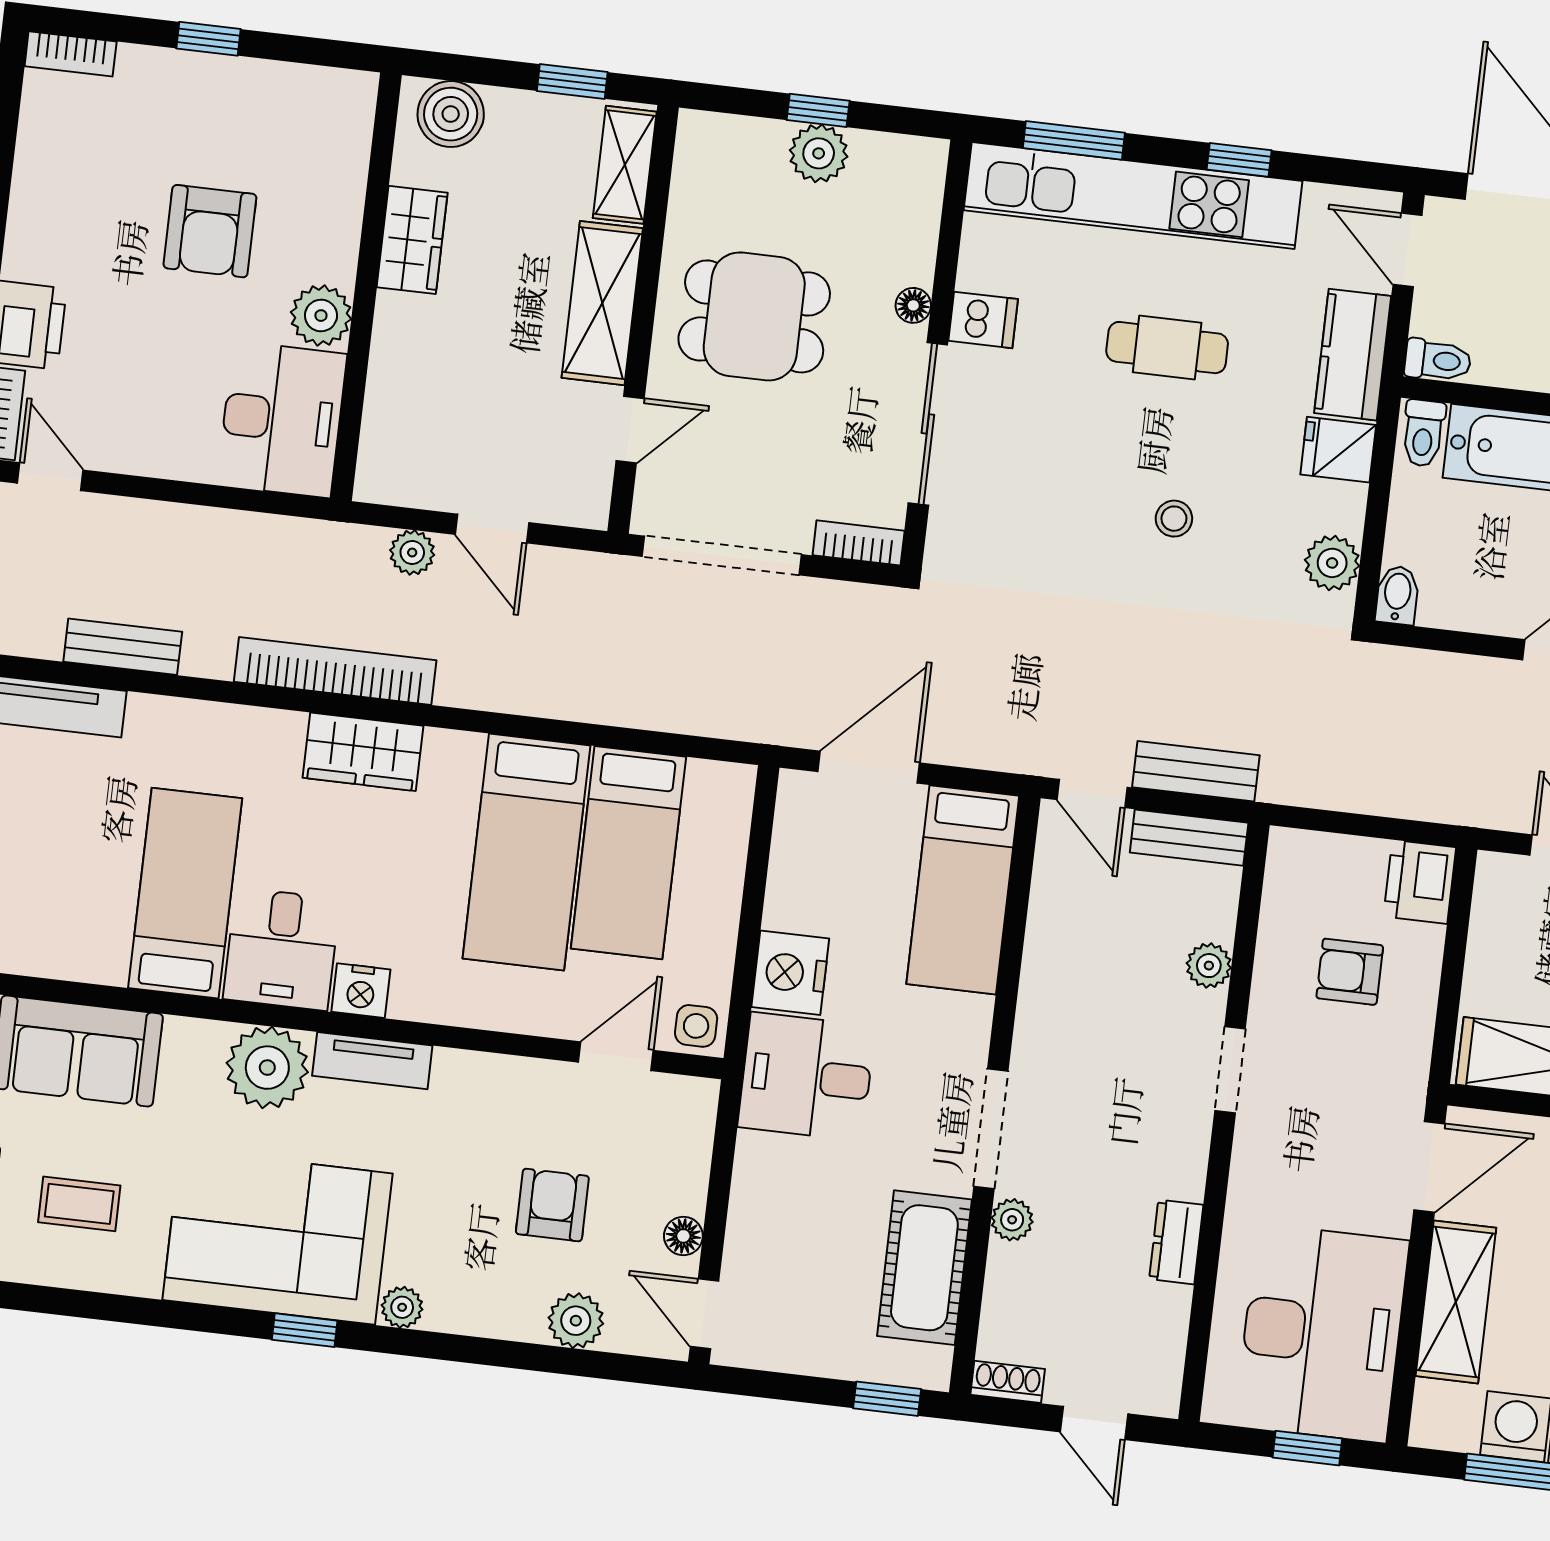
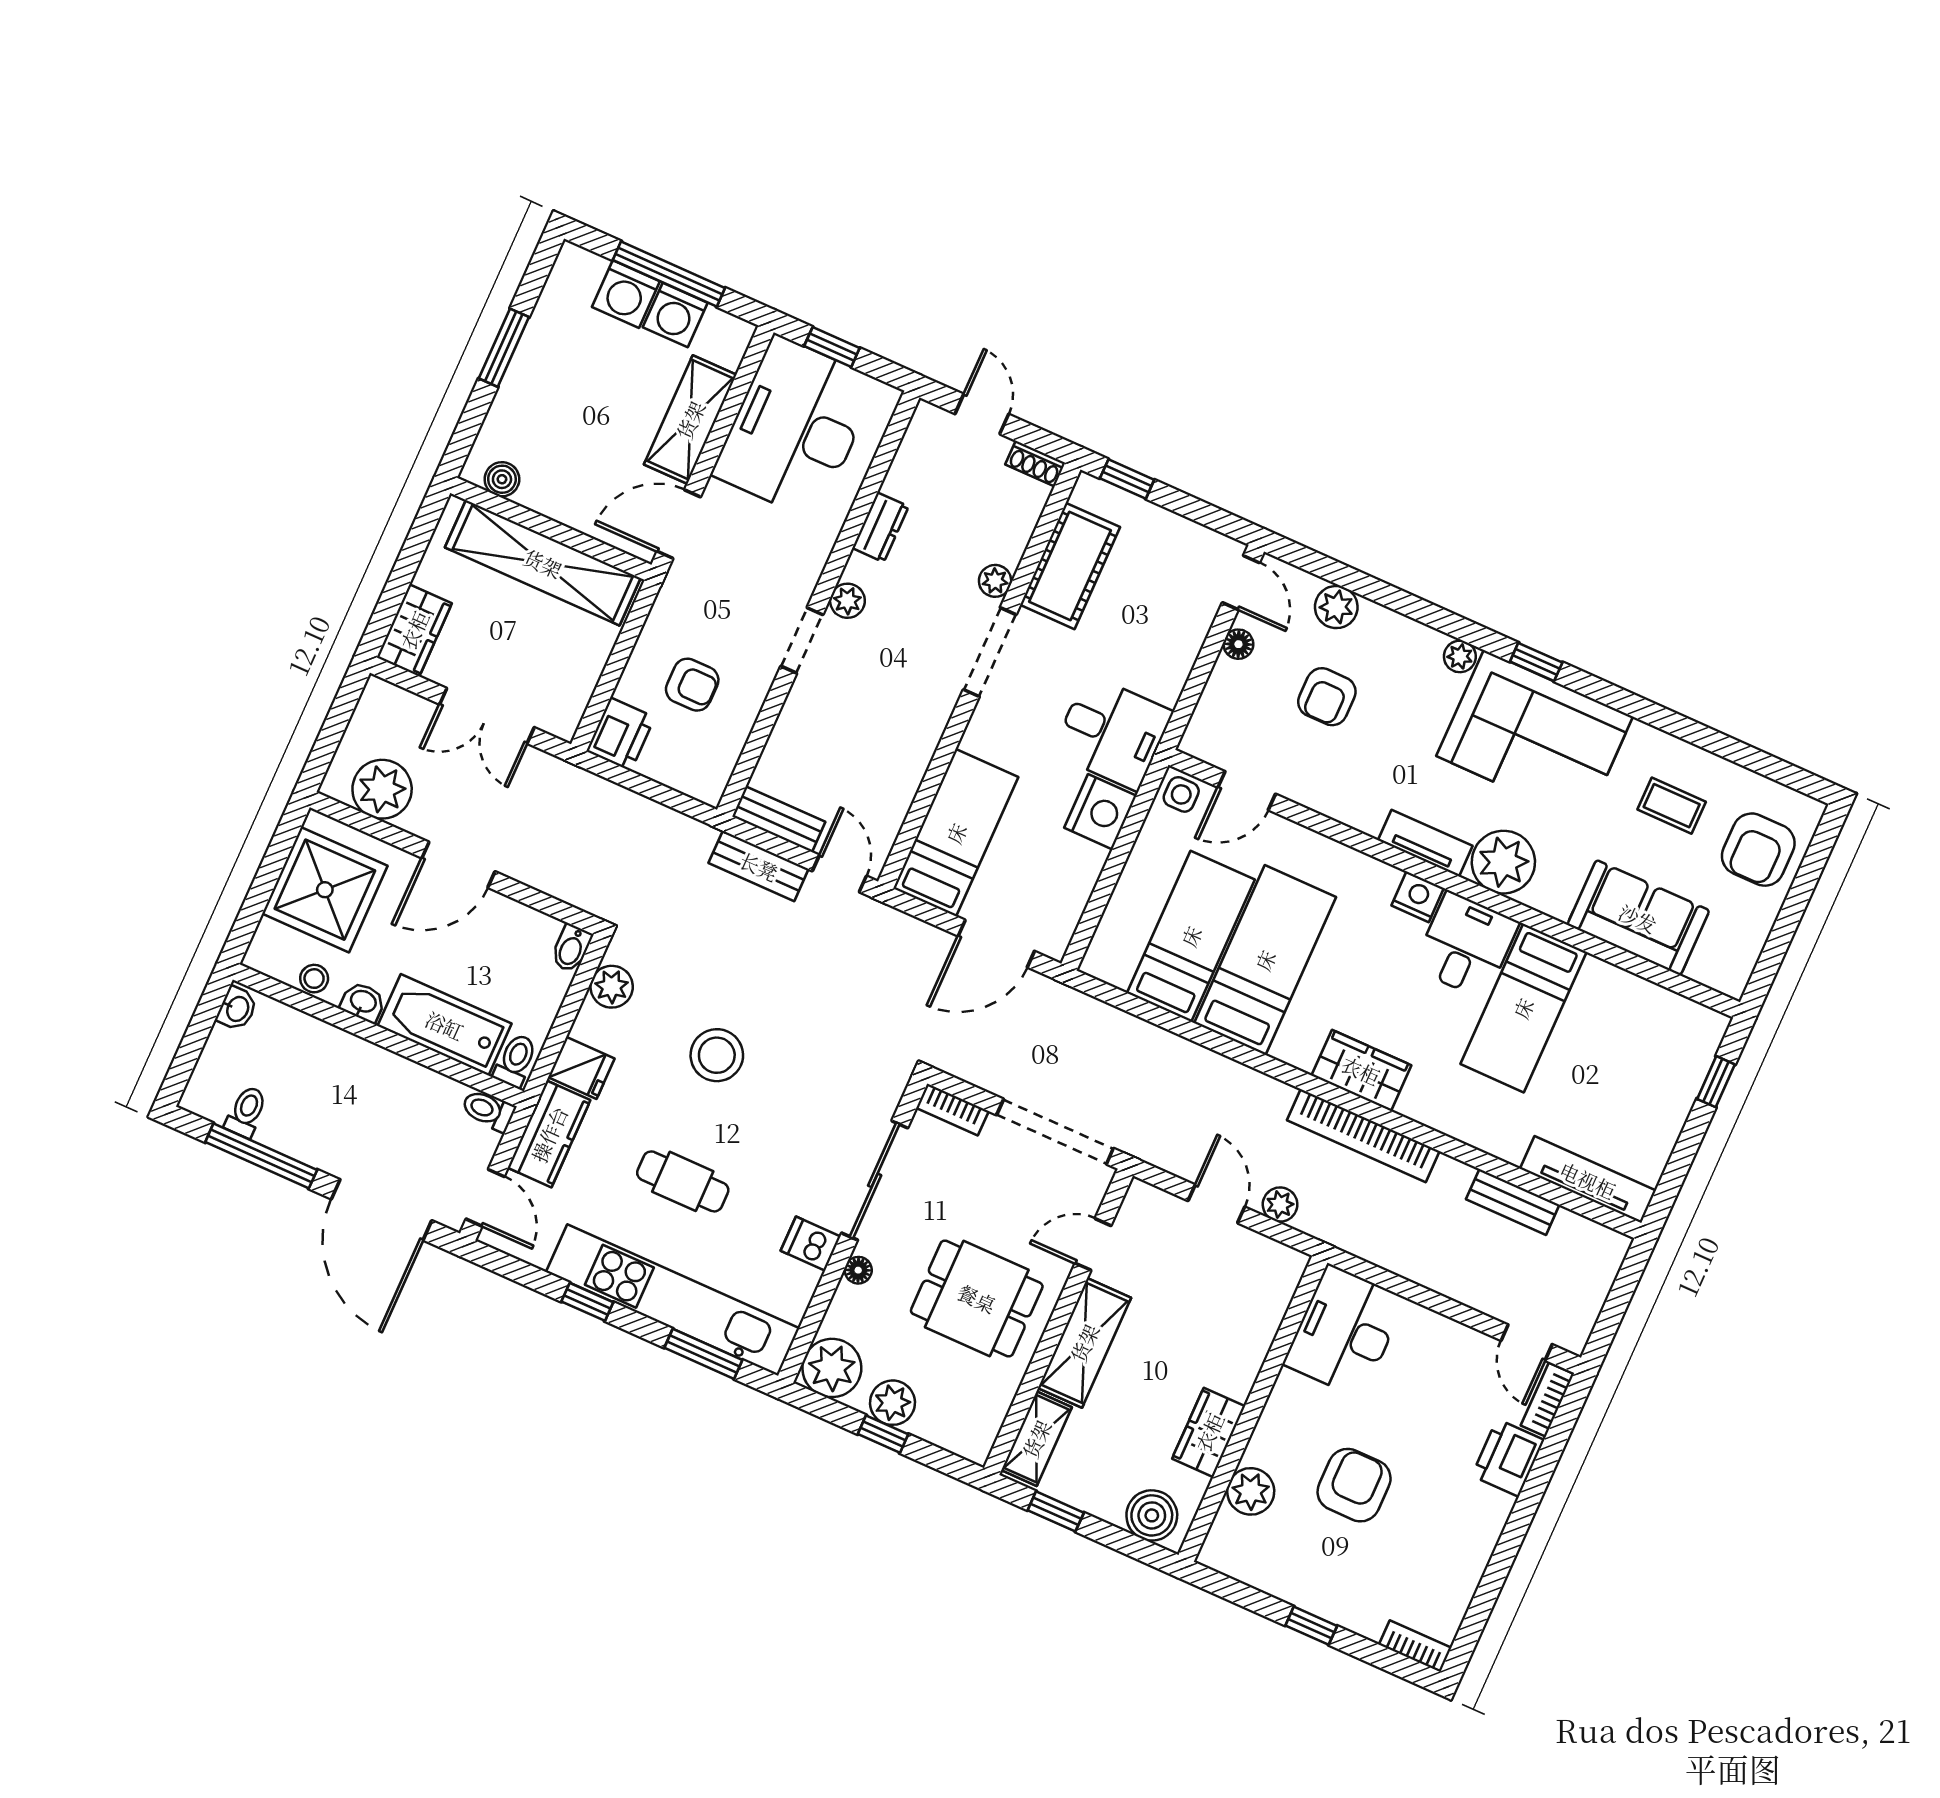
plant: (908, 173) -> (832, 1368), added
plant: (321, 316) -> (1251, 1491), moved
stool: (1174, 519) -> (717, 1055), width x1.89, depth x1.89
plant: (1209, 966) -> (847, 601), moved

